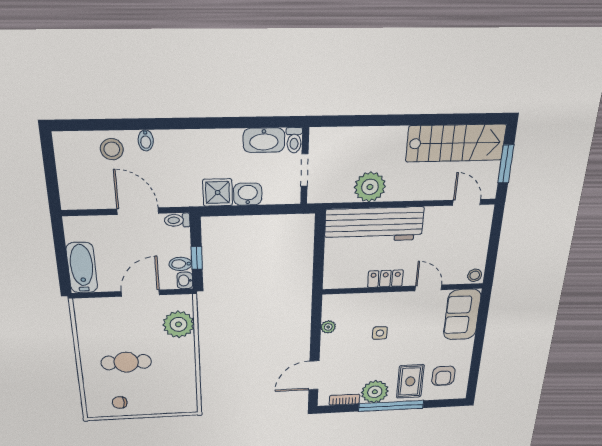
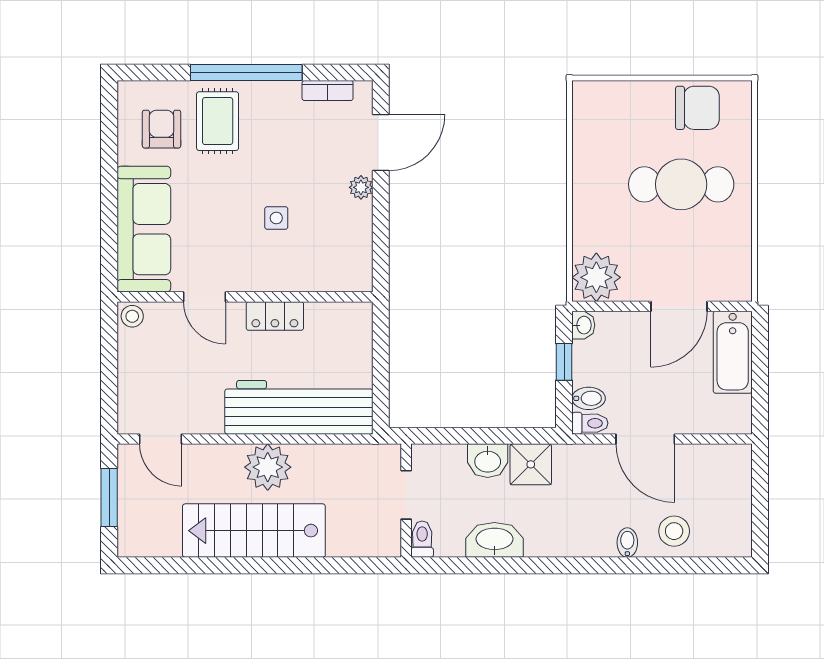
washbasin: (264, 140) -> (494, 540), moved
stairs: (456, 143) -> (254, 531), moved
plant: (370, 187) -> (268, 467), moved
bidet: (180, 264) -> (589, 398), moved
door: (140, 293) -> (679, 306), moved
sofa: (462, 315) -> (144, 229), width x1.36
plant: (179, 324) -> (596, 277), moved
plant: (328, 327) -> (361, 187), moved
cafe table: (126, 362) -> (681, 184), width x1.37, depth x1.35
plant: (375, 392) -> (277, 103), removed
chair: (120, 402) -> (697, 108), width x1.87, depth x1.87

